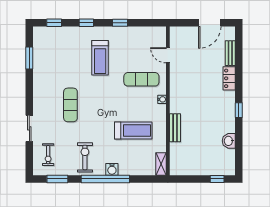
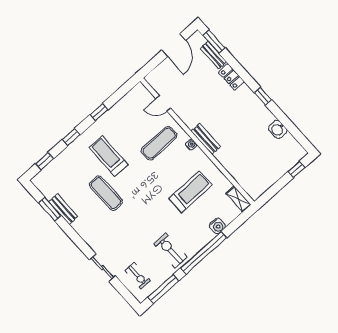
window: (239, 44) -> (214, 42), added
treadmill: (100, 58) -> (109, 156), turned 180
bench: (38, 66) -> (63, 209), added
exercise mat: (70, 105) -> (106, 193), moved
bench: (175, 128) -> (206, 139), moved
water cooler: (112, 169) -> (218, 226), moved
window: (57, 179) -> (163, 289), width x1.44

